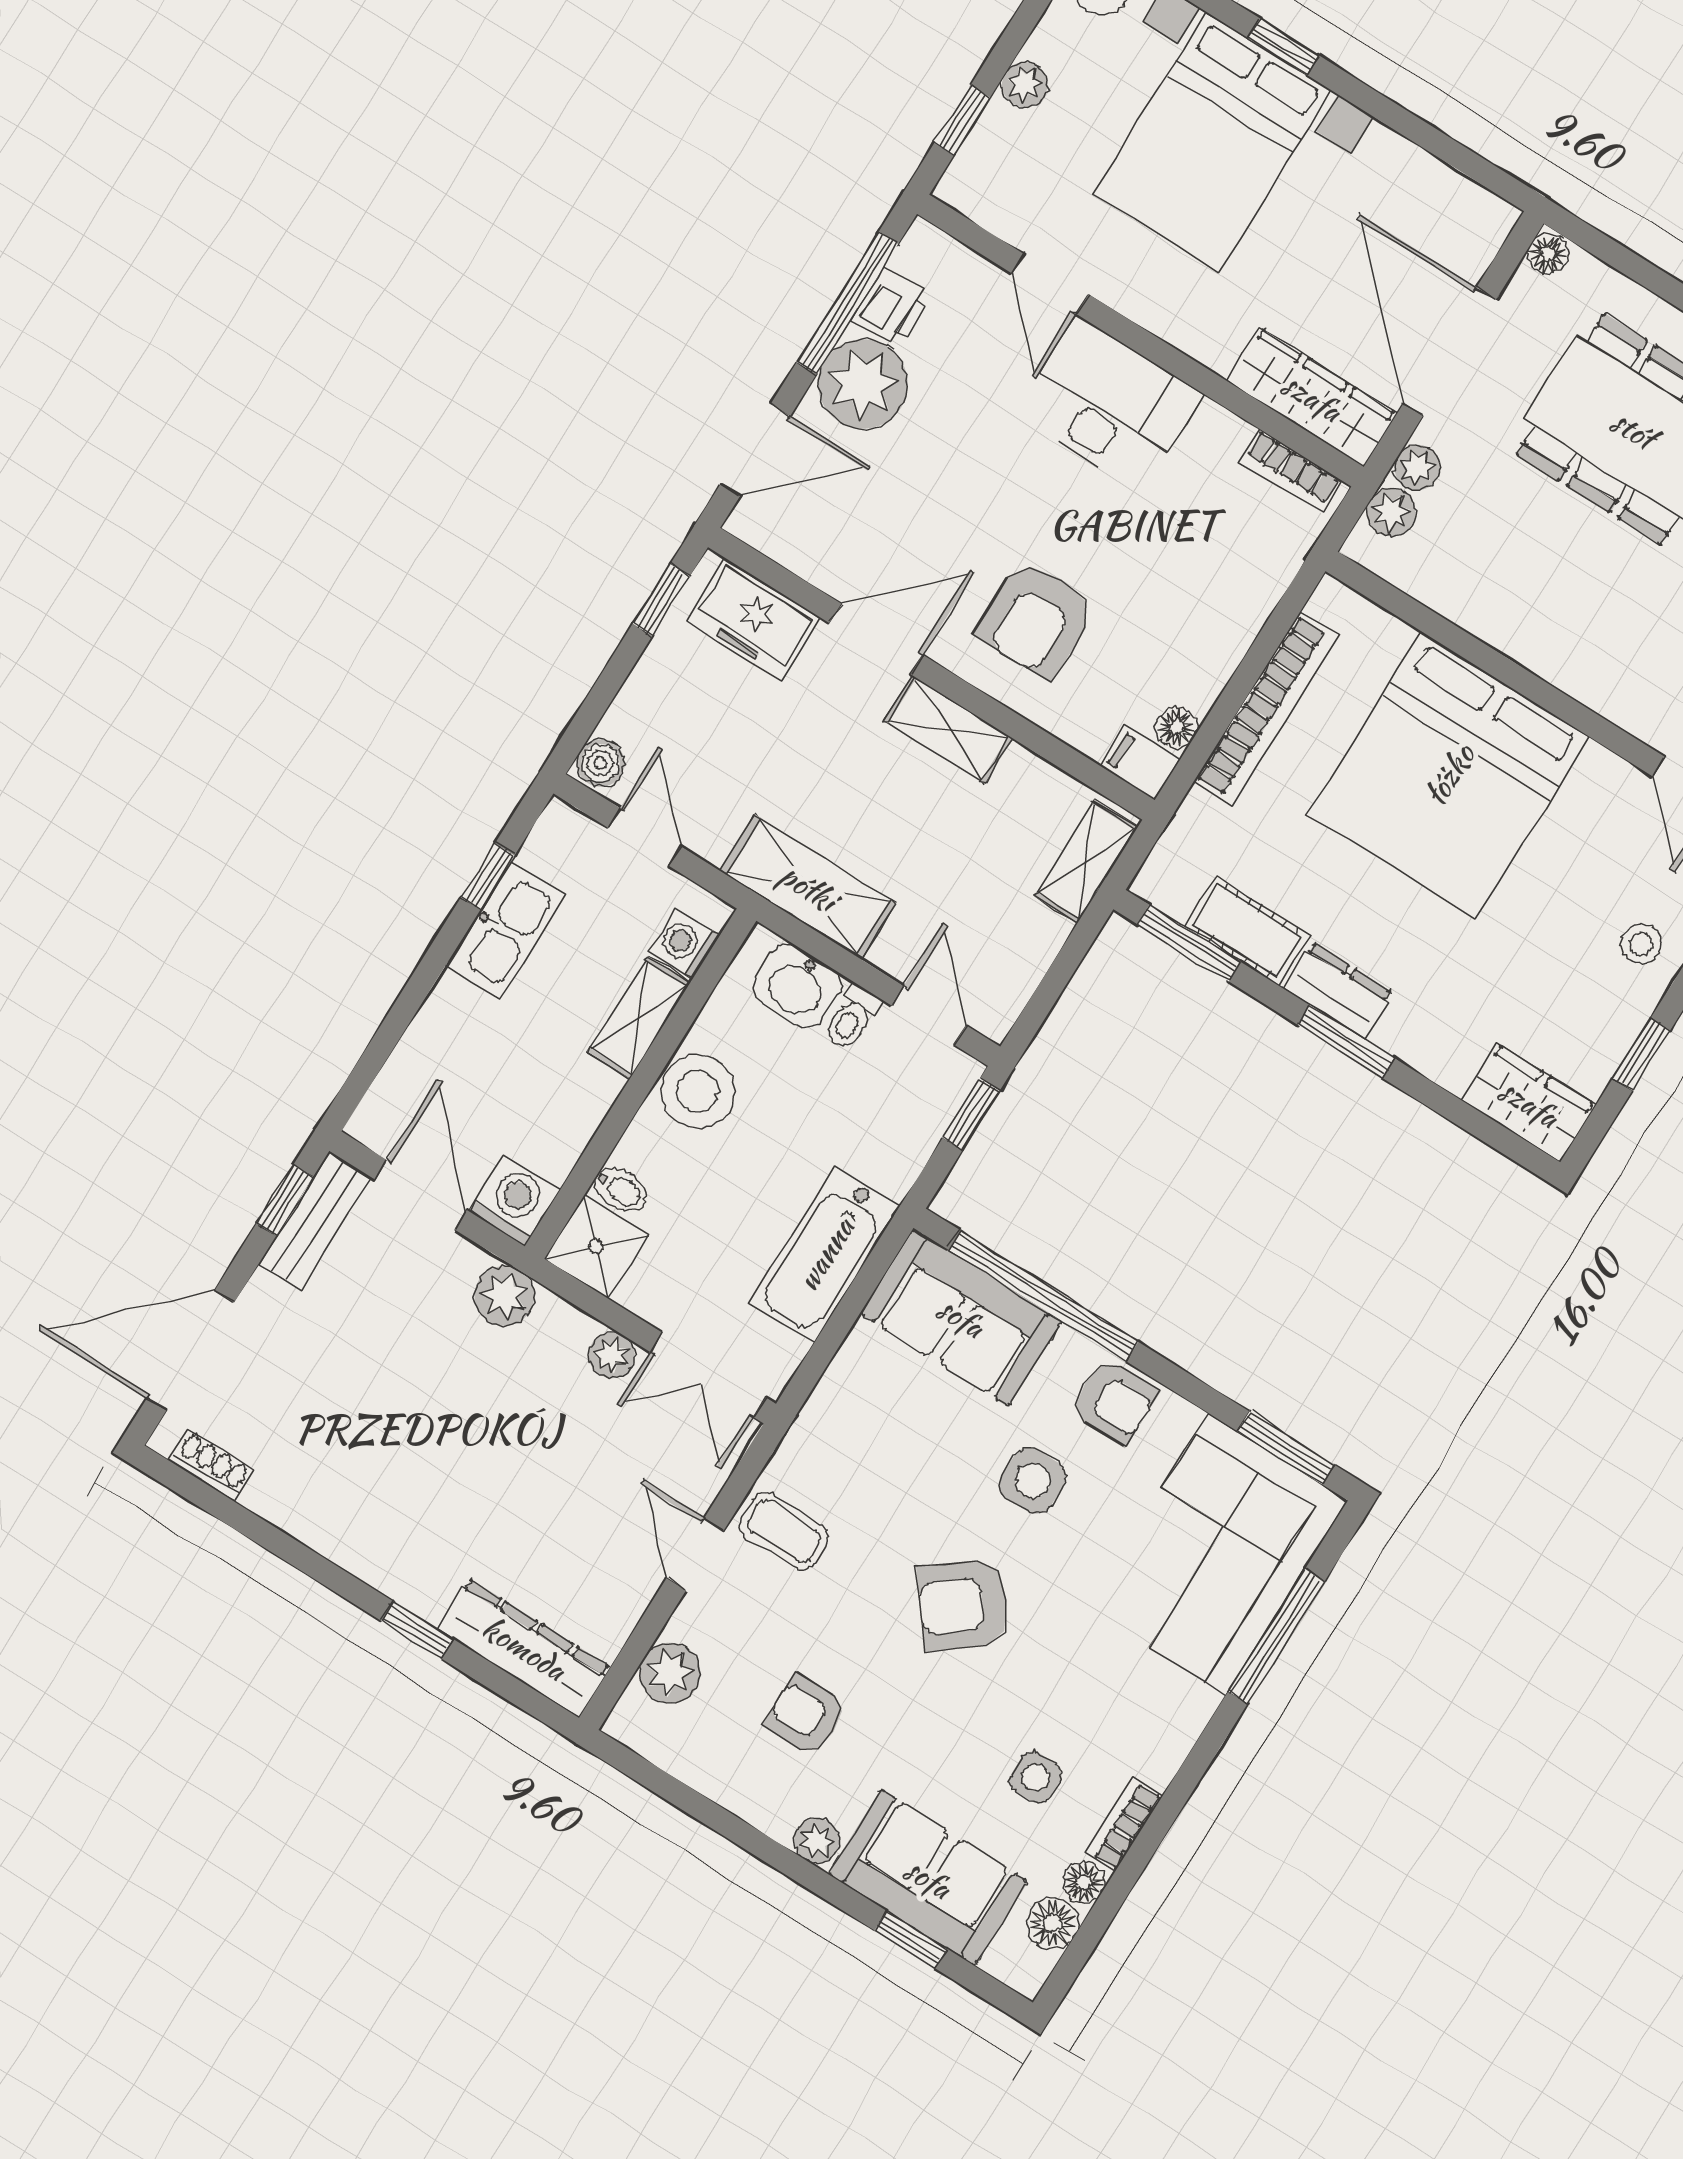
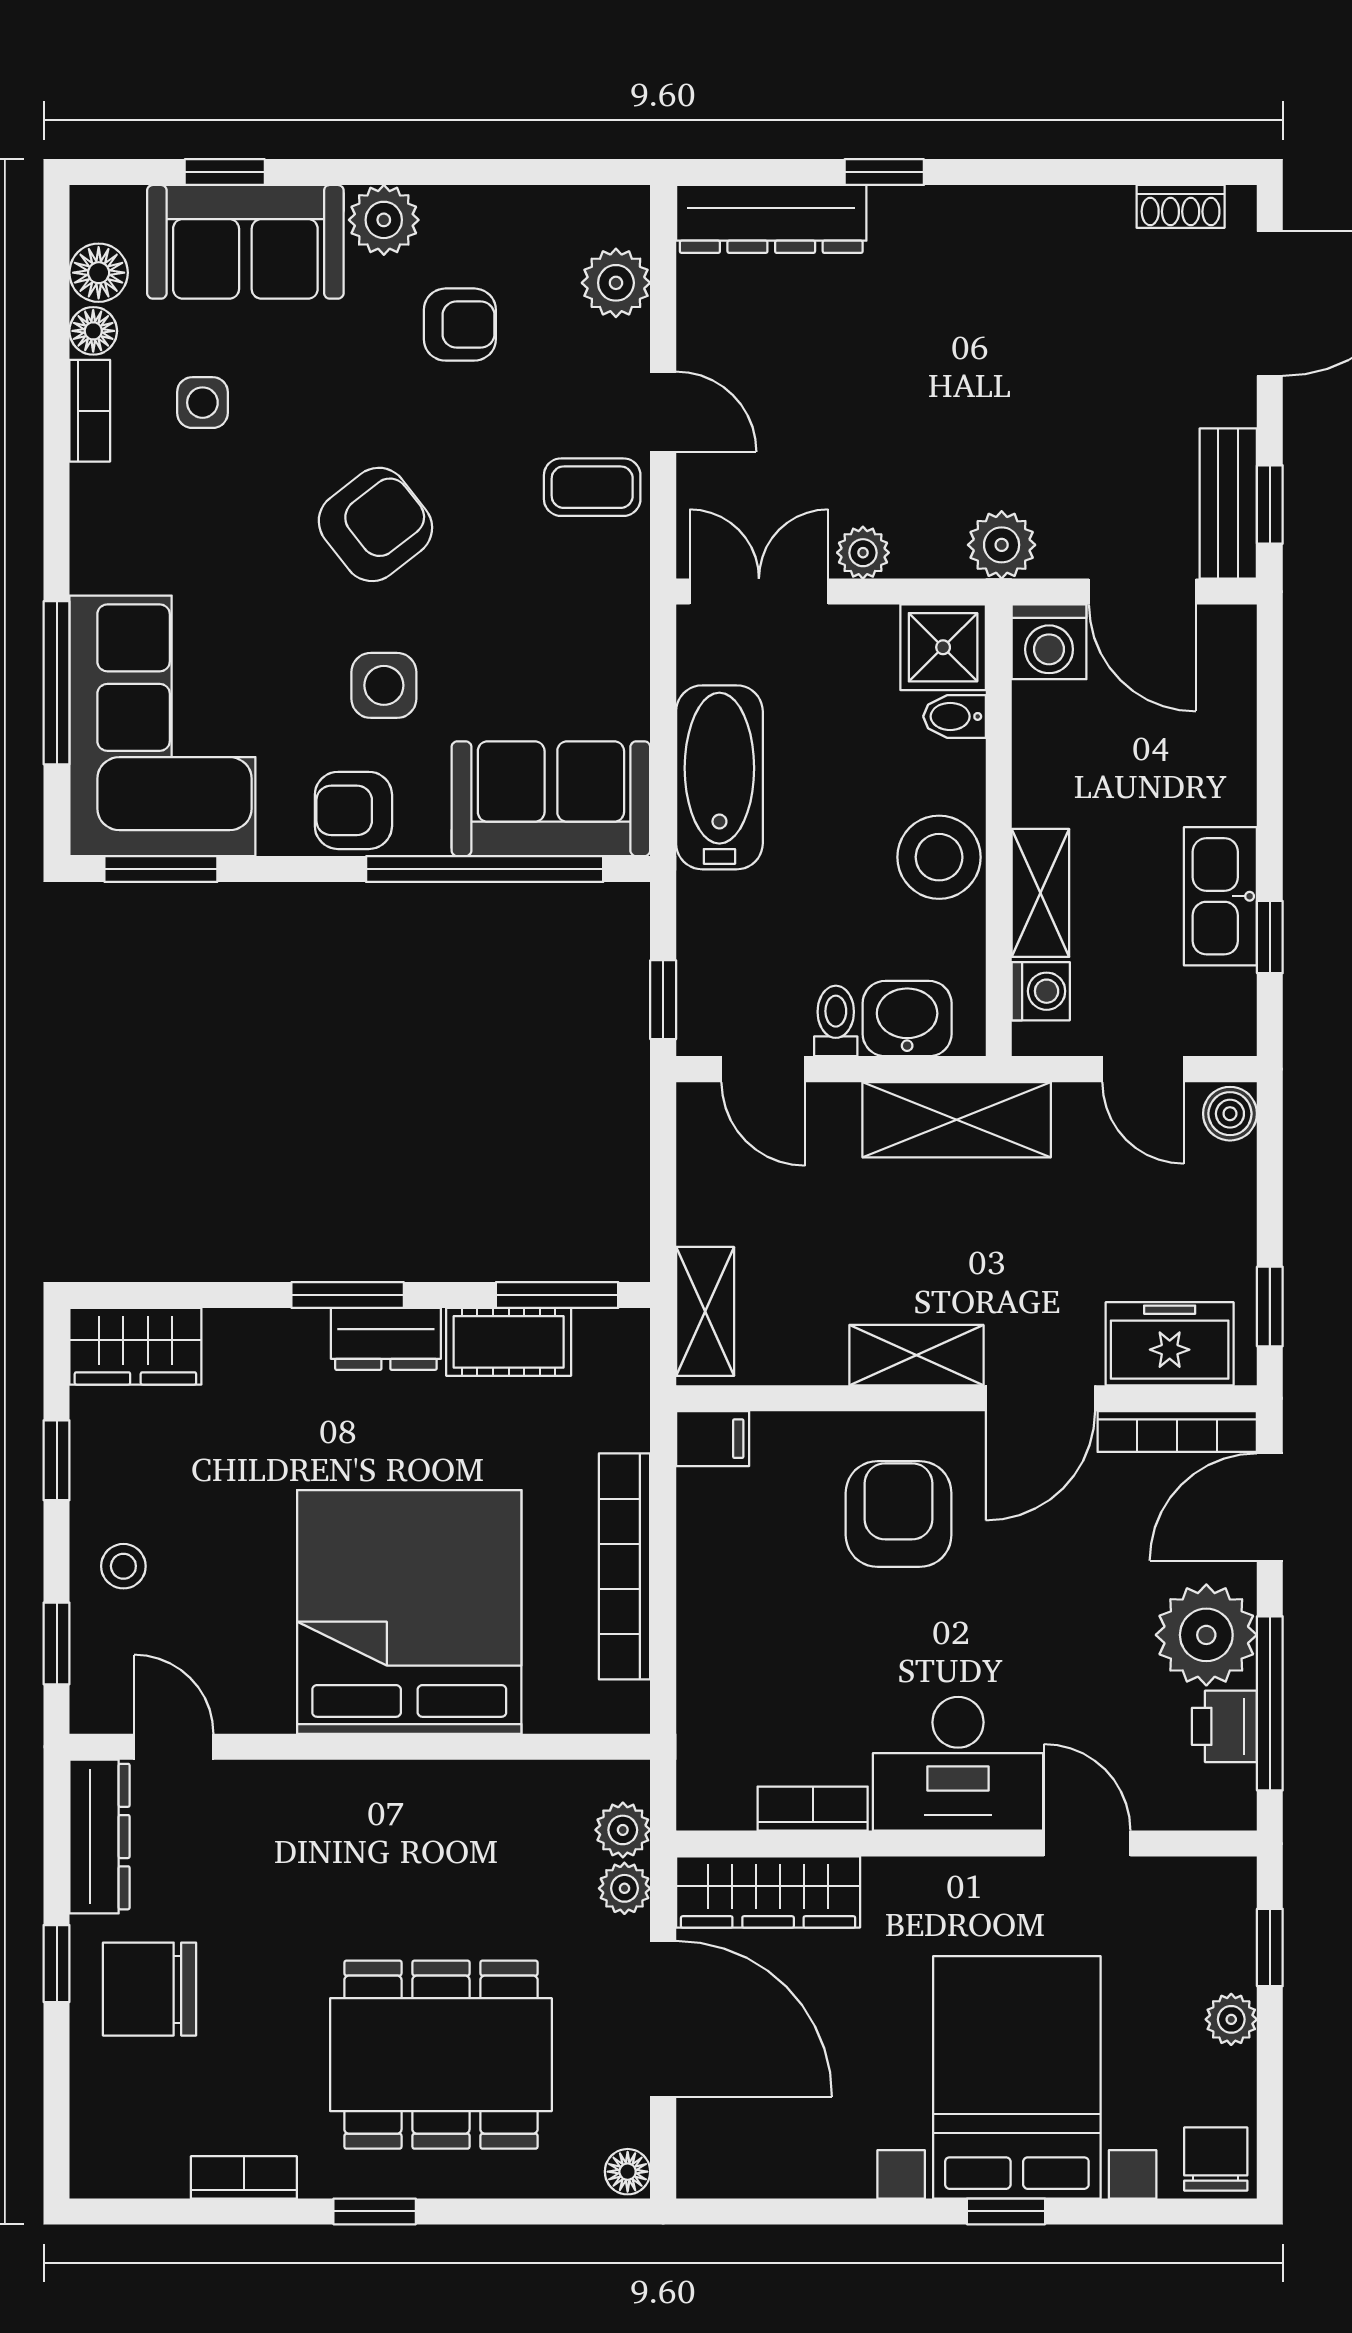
bookcase: (1291, 471) -> (813, 1809), moved
bookcase: (789, 550) -> (1177, 1432), added
floor lamp: (1176, 727) -> (699, 1494), removed
plant: (817, 1841) -> (384, 220), width x1.38, depth x1.38

